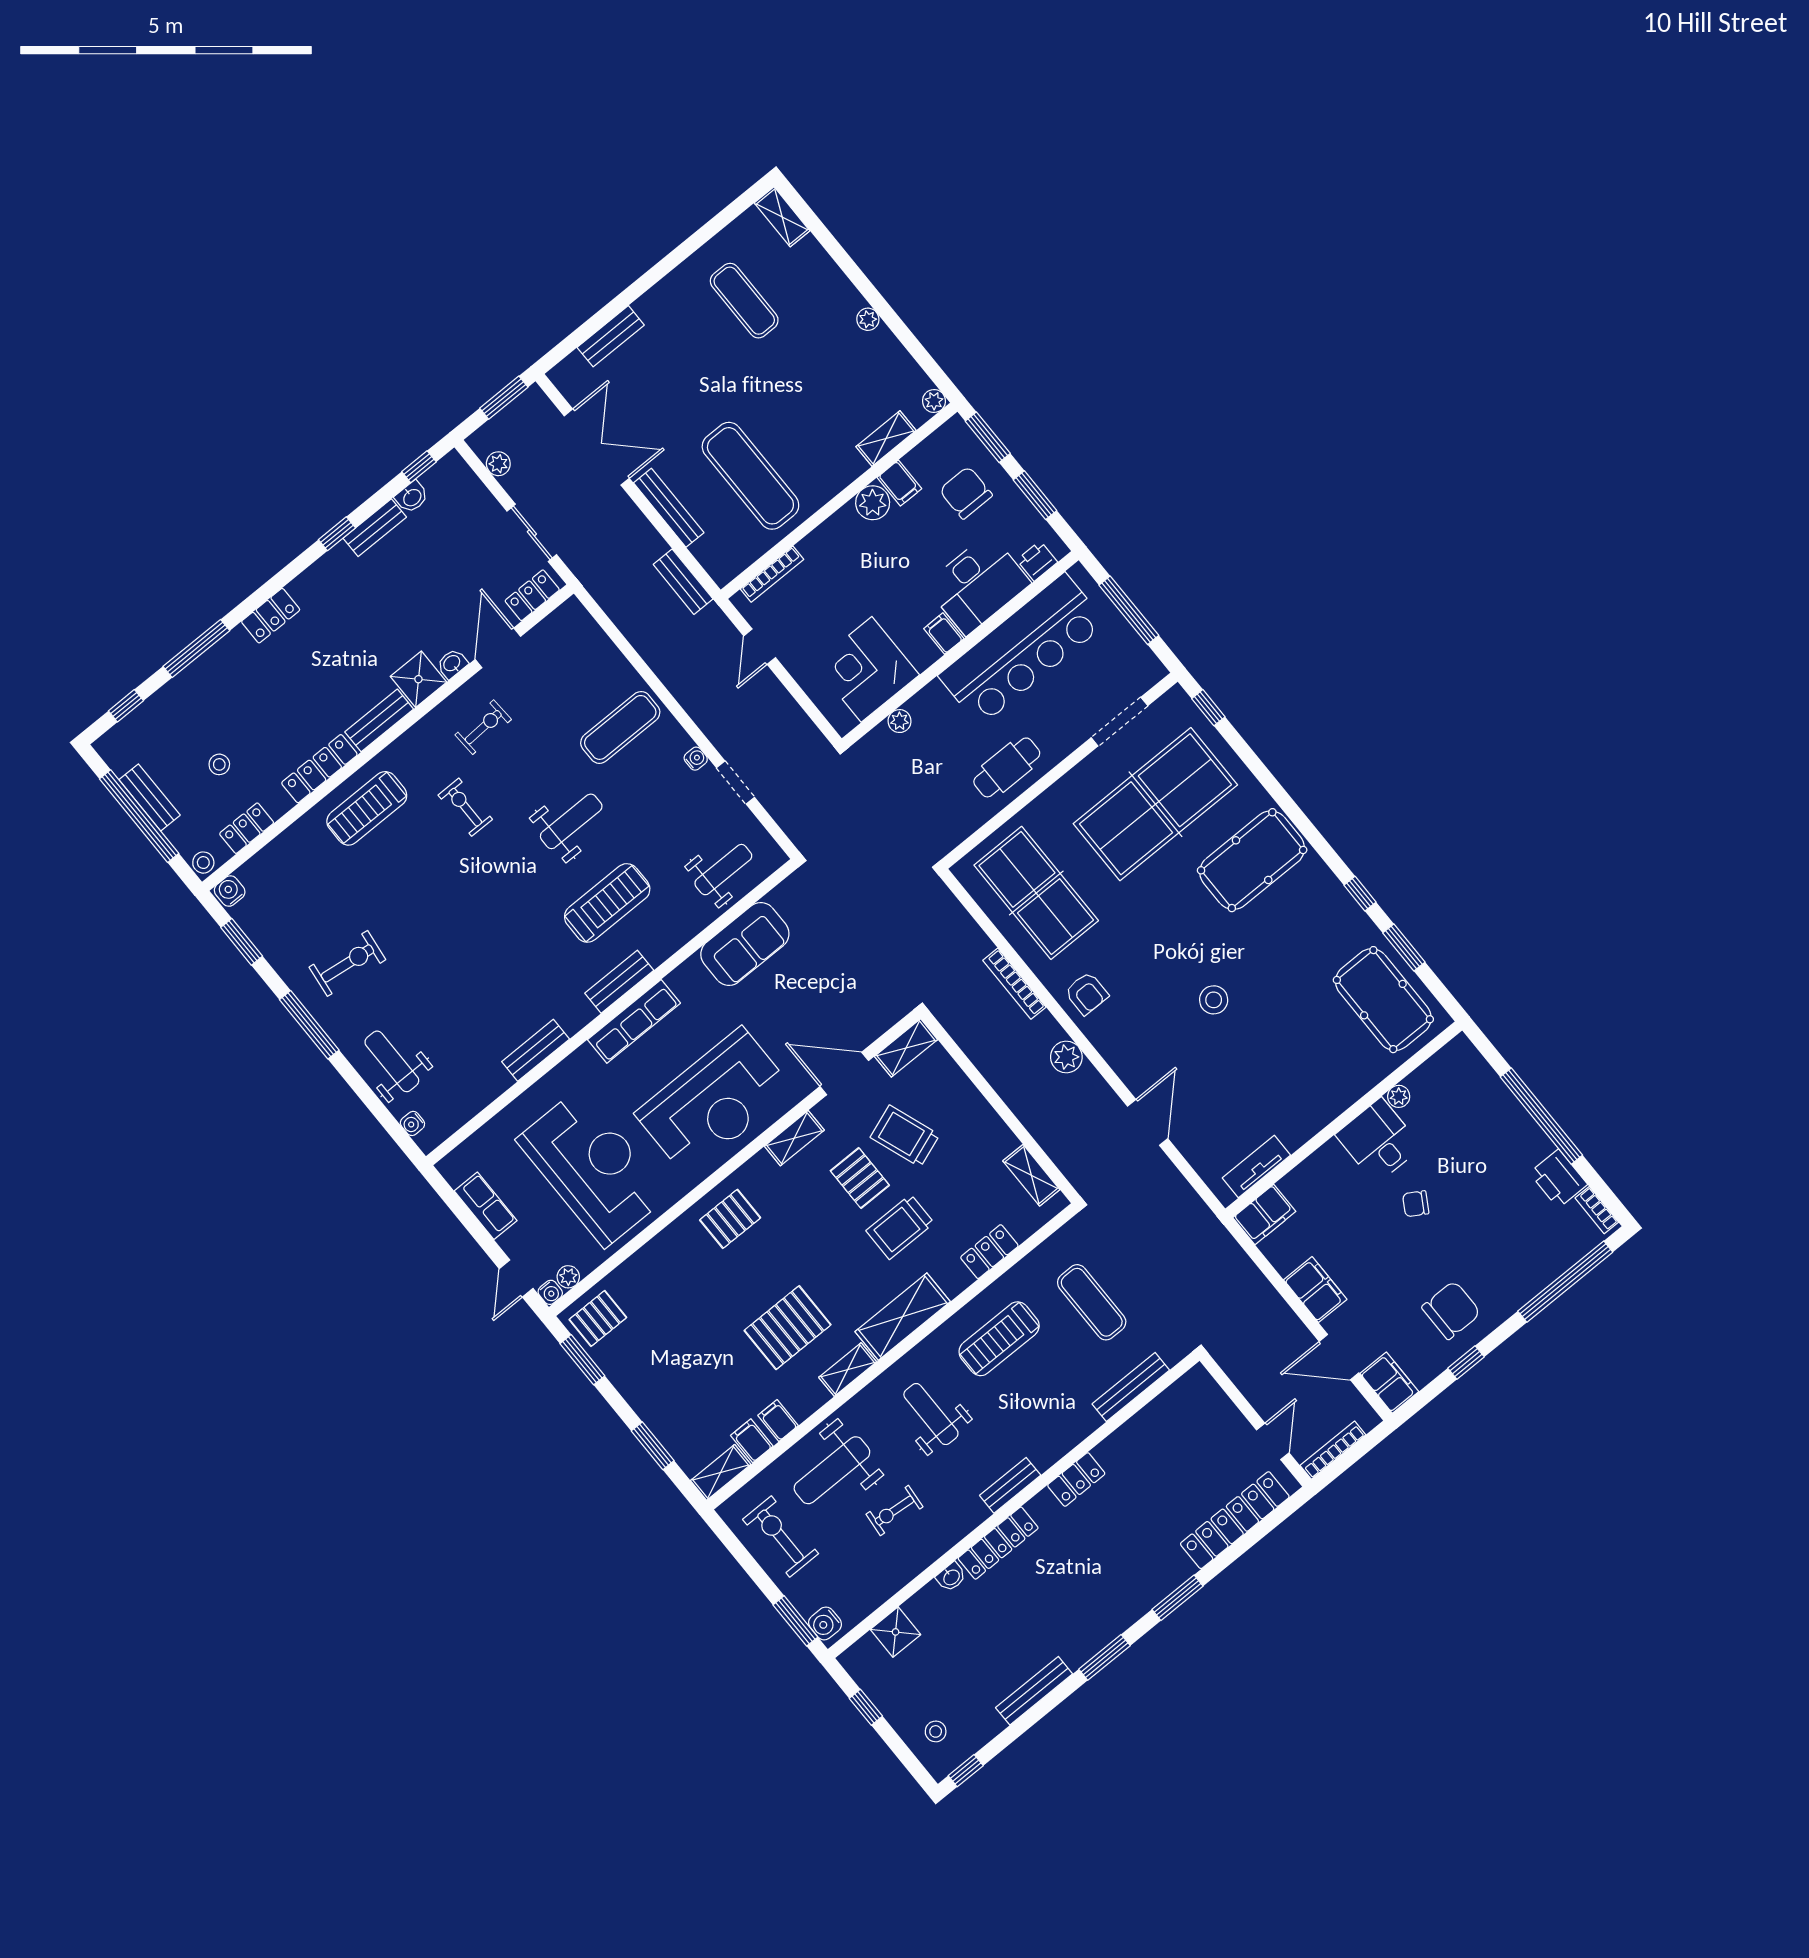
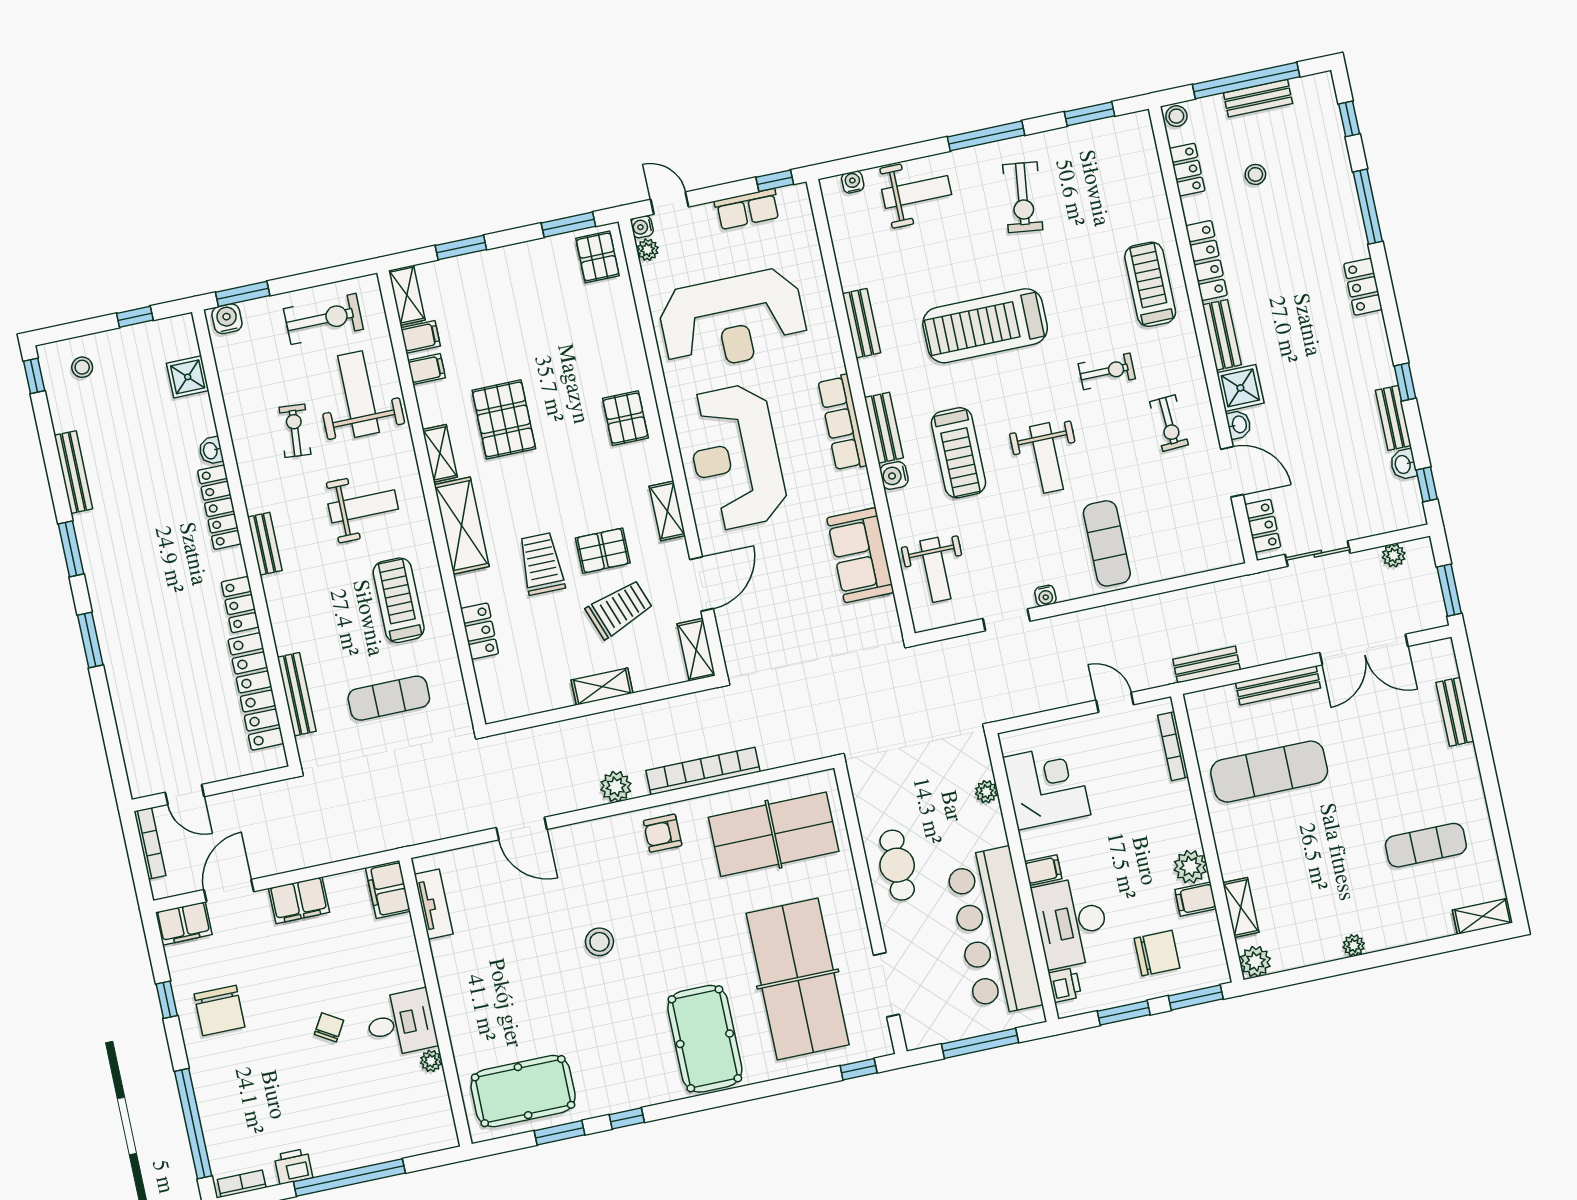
plant: (934, 401) -> (1255, 962), width x1.38, depth x1.38
water cooler: (230, 891) -> (894, 476), moved, turned 180
treadmill: (481, 938) -> (985, 326), added
bookcase: (1014, 984) -> (703, 771), width x1.48, depth x1.31
shelving: (1031, 1175) -> (602, 687), moved
printer: (1558, 1179) -> (293, 1166), width x0.73, depth x0.81
window: (447, 1194) -> (775, 181), added
locker: (1235, 1520) -> (256, 691), moved, turned 180

